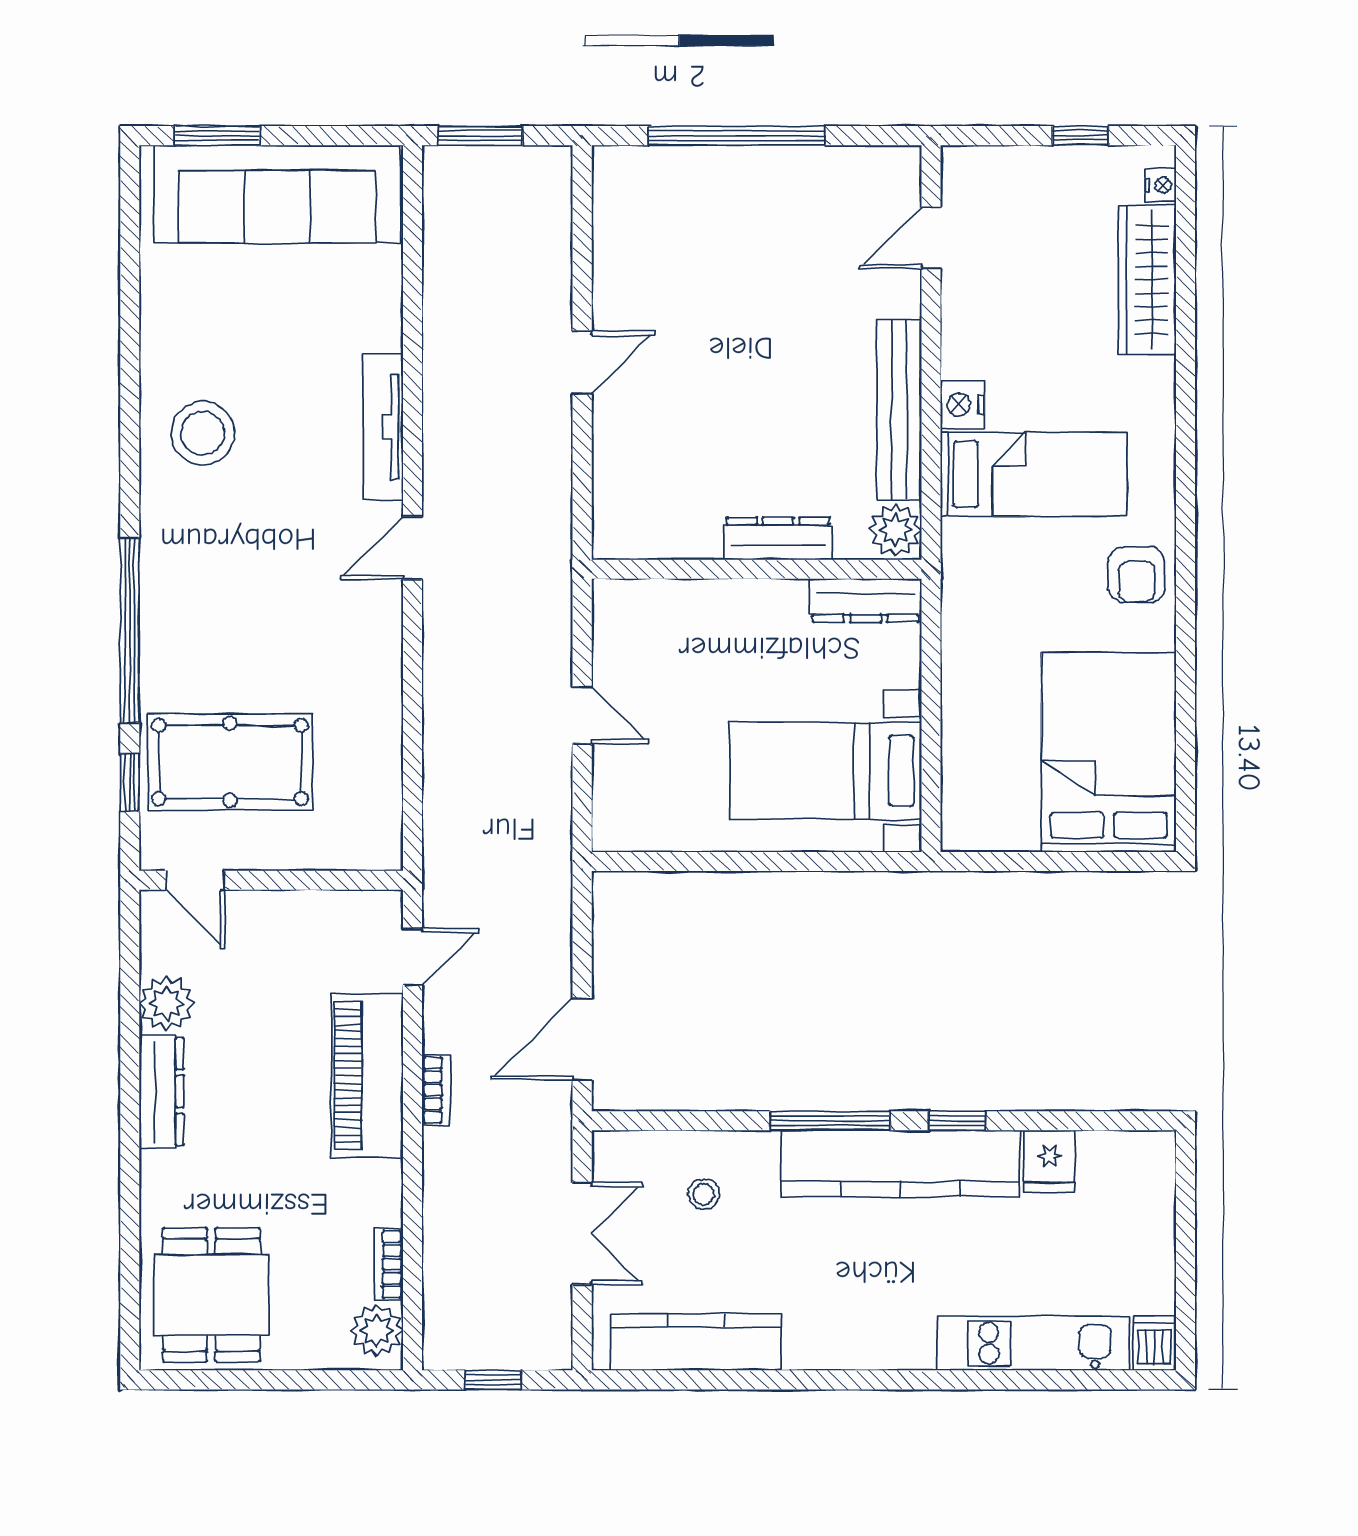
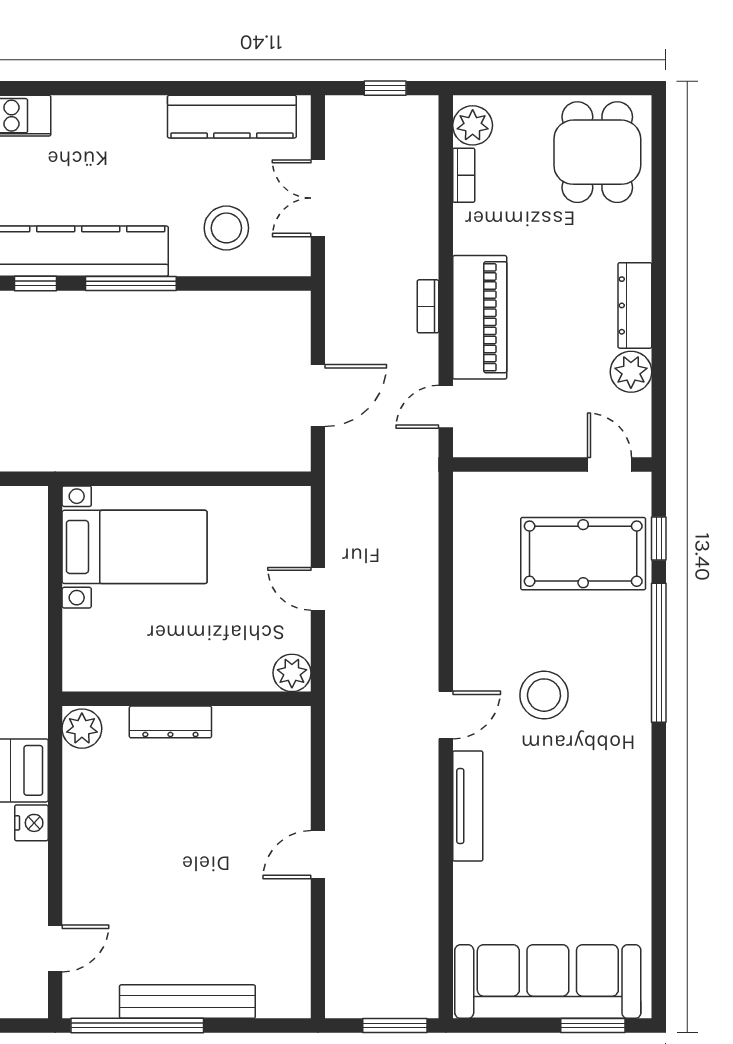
window: (737, 136) -> (137, 1026), moved
bench: (899, 410) -> (187, 1002), moved, turned 90
stool: (203, 433) -> (544, 695), moved
dresser: (865, 601) -> (104, 675), removed
plant: (617, 604) -> (292, 673), added
door: (582, 1039) -> (318, 396), moved
stool: (704, 1194) -> (226, 228), width x1.89, depth x1.89

